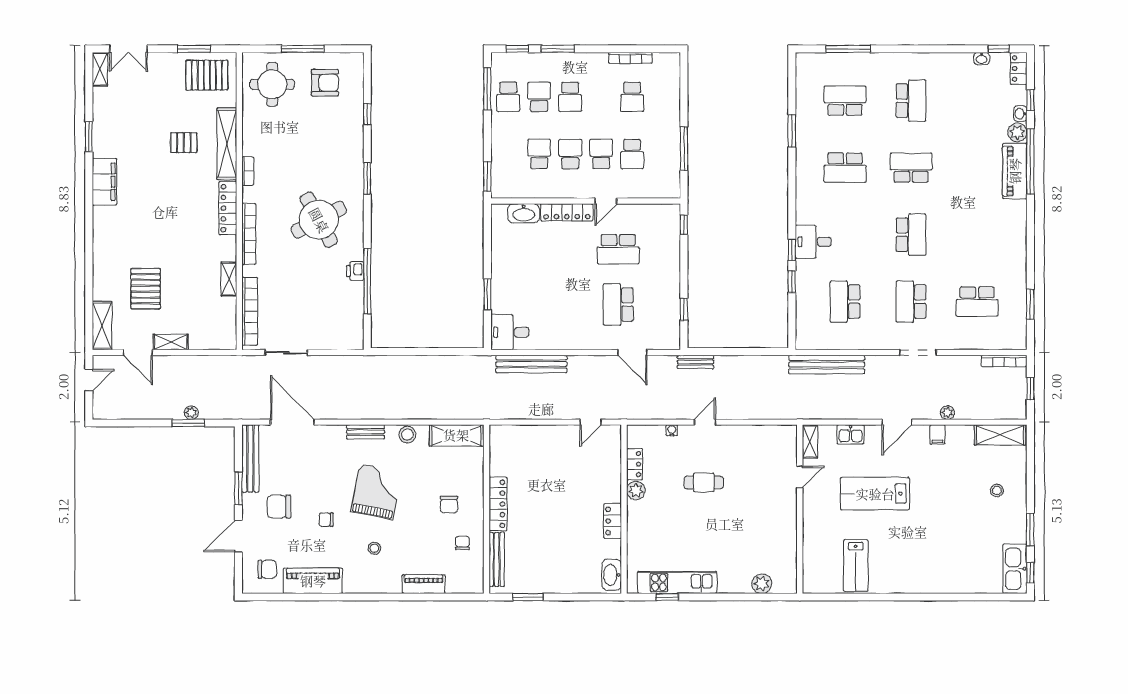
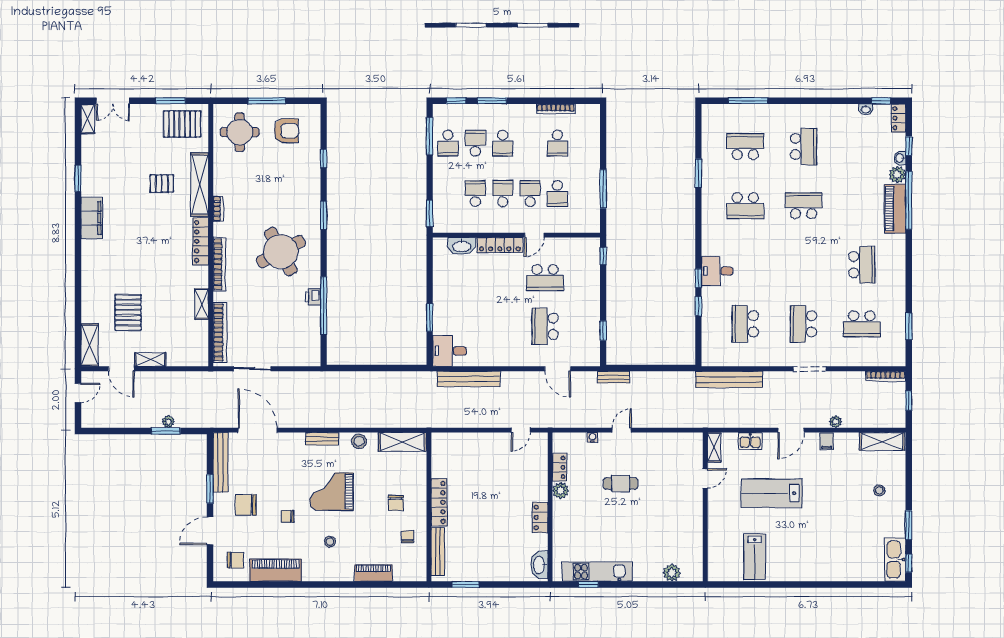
school desk: (911, 235) -> (862, 265), moved
grand piano: (376, 492) -> (332, 492), turned -101

